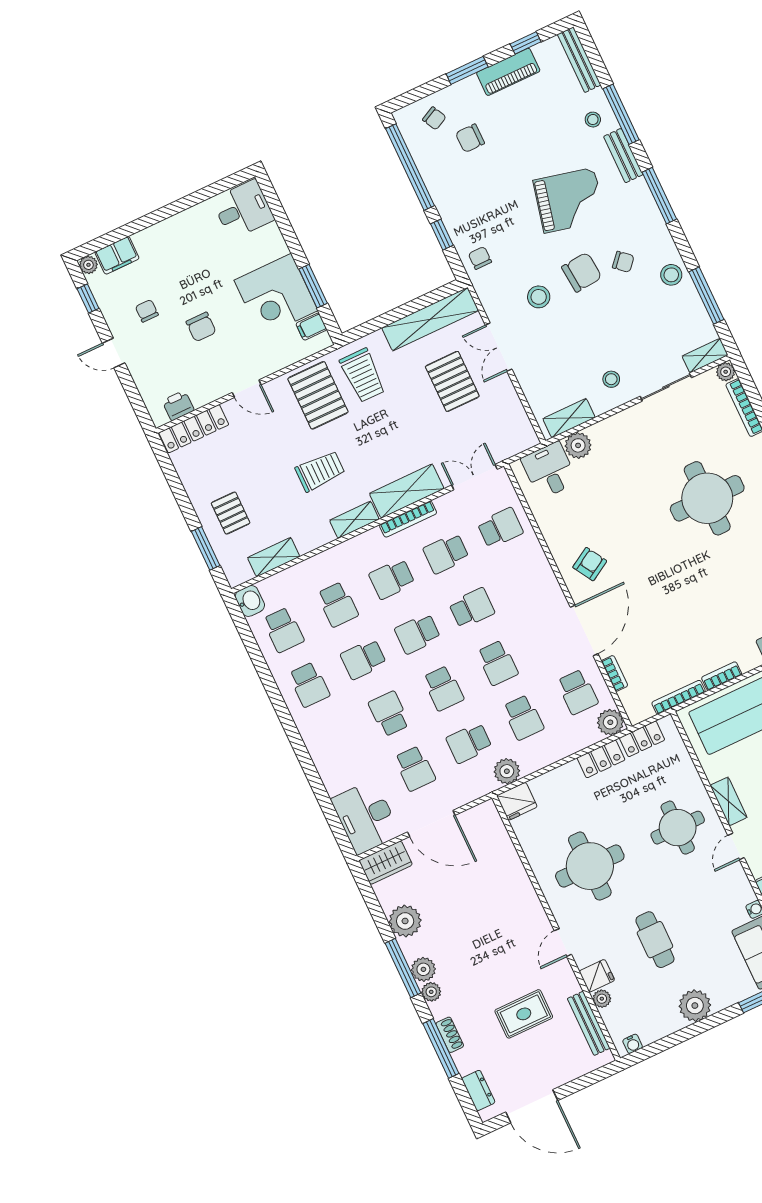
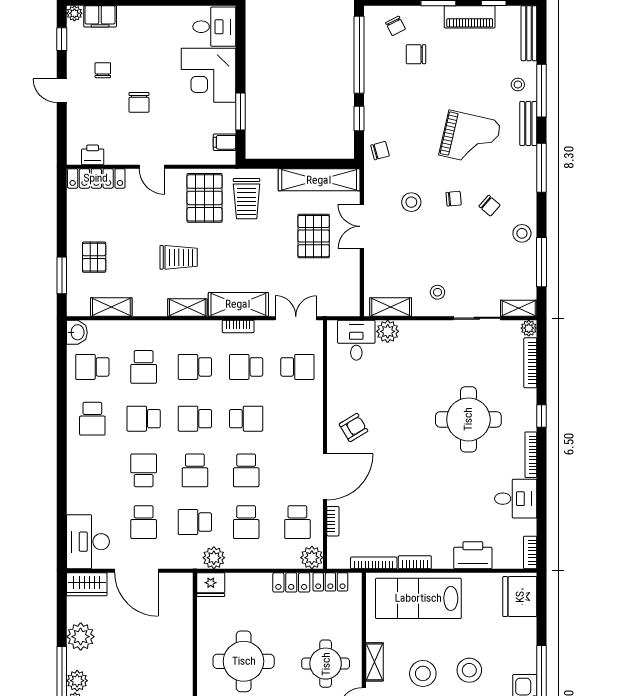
chair: (480, 258) -> (380, 151), turned 75
chair: (582, 272) -> (454, 199), width x0.54, depth x0.54
corner desk: (276, 295) -> (209, 75), moved
bookcase: (408, 519) -> (238, 326), width x0.64
school desk: (283, 630) -> (92, 367), turned 90

